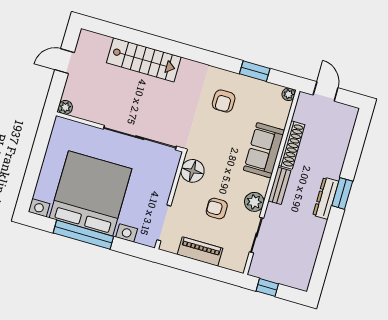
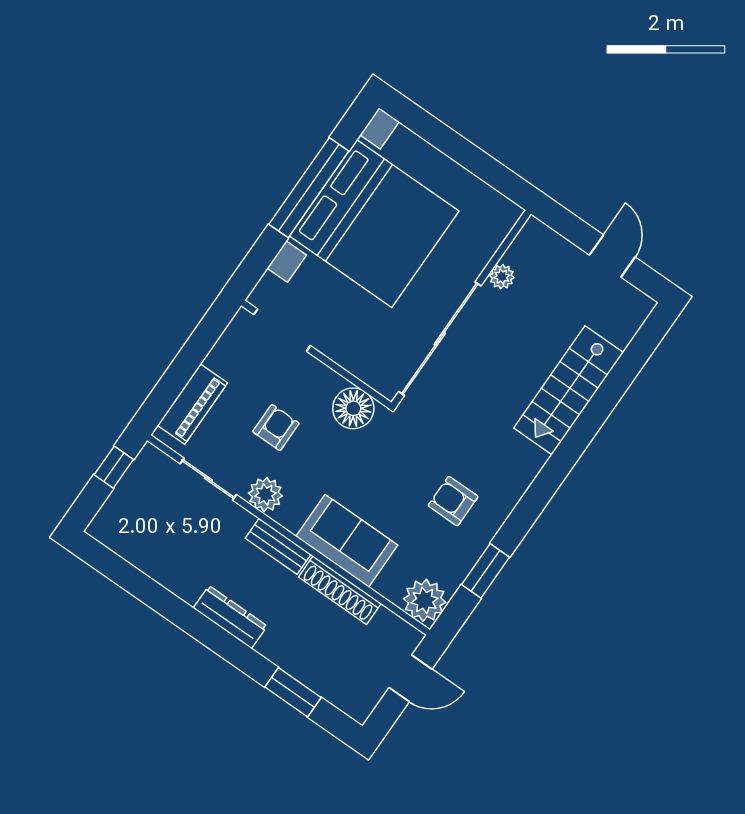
plant: (288, 94) -> (425, 600), width x1.87, depth x1.87
plant: (65, 107) -> (502, 277), moved
window: (342, 193) -> (293, 692), moved
piano: (200, 251) -> (193, 404), moved

